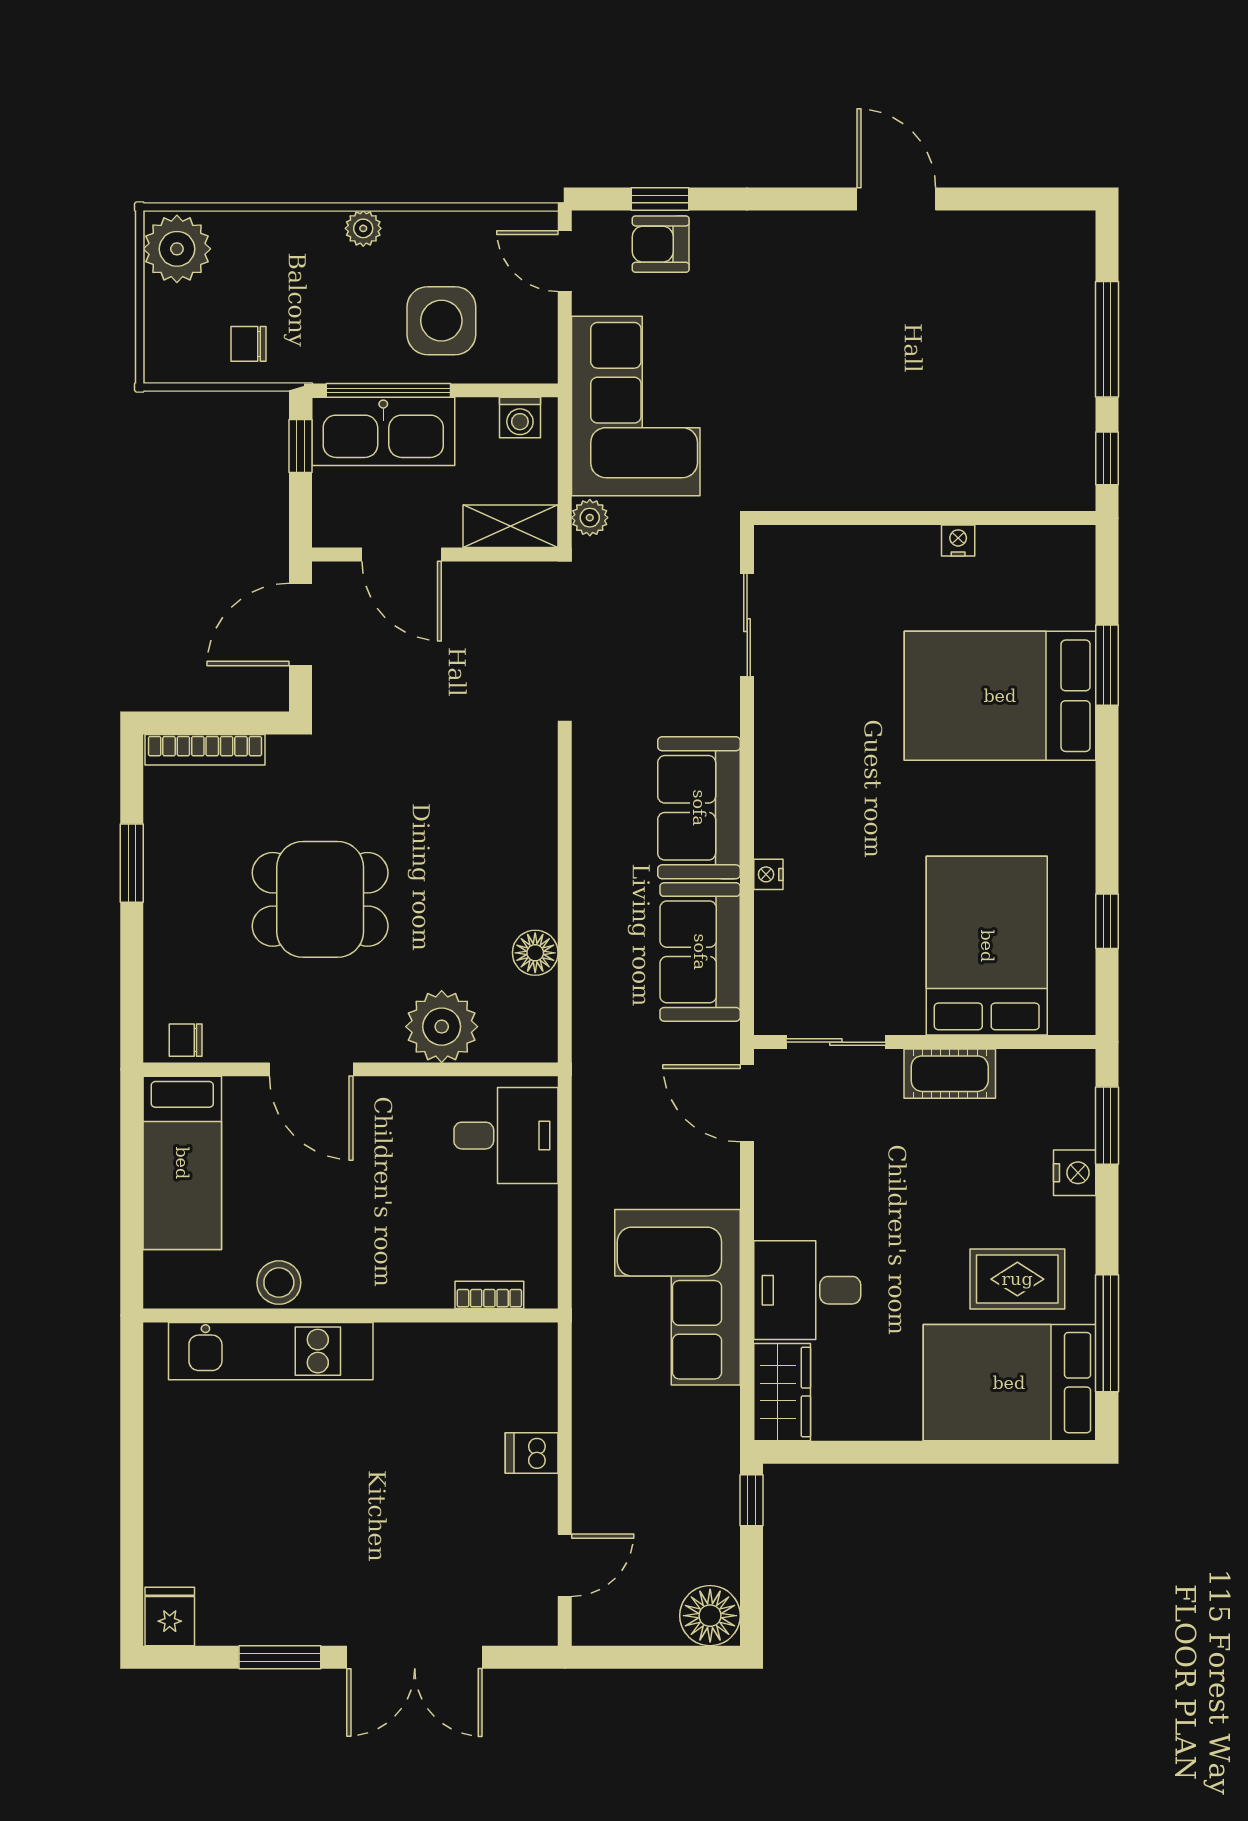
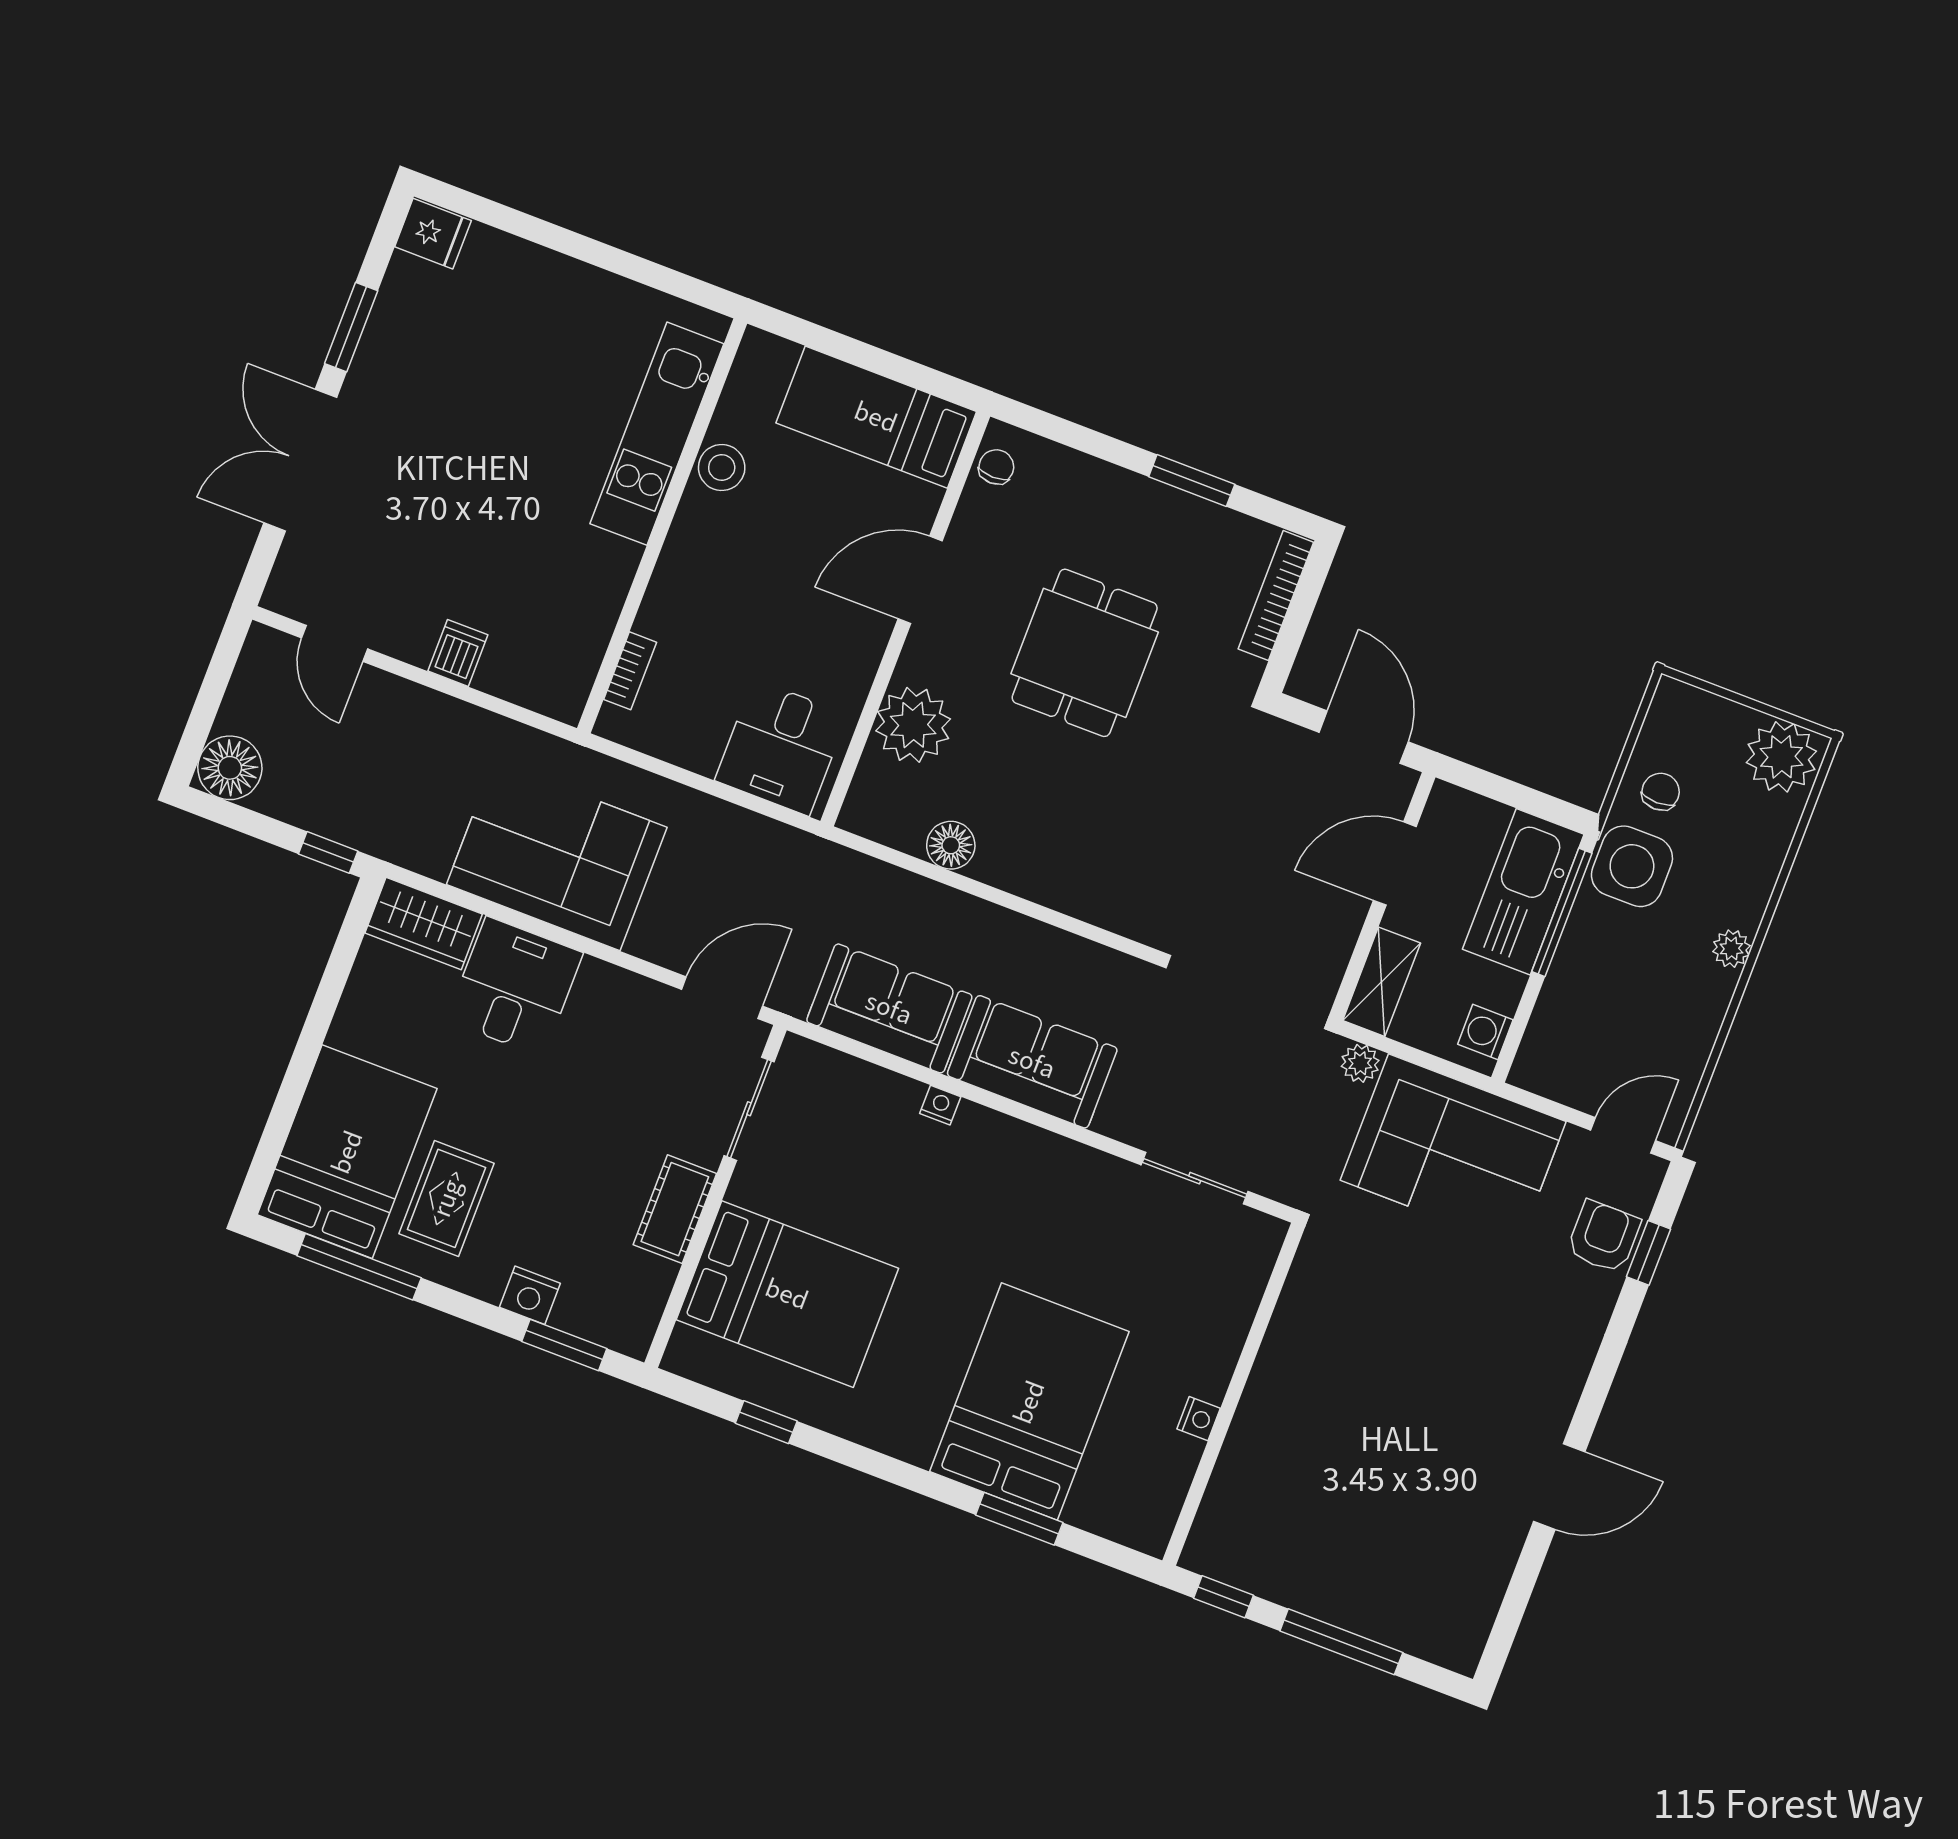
side table: (441, 321) -> (1632, 866), moved
window: (300, 446) -> (1540, 804), removed

